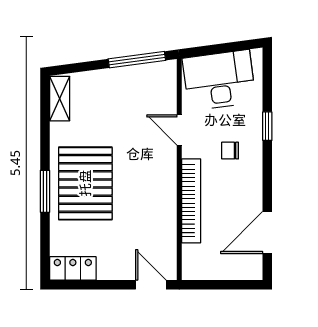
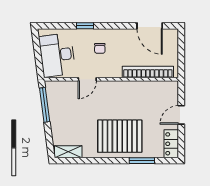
window: (45, 191) -> (142, 161), moved
bookcase: (191, 201) -> (148, 72), moved
door: (151, 285) -> (181, 115), moved

